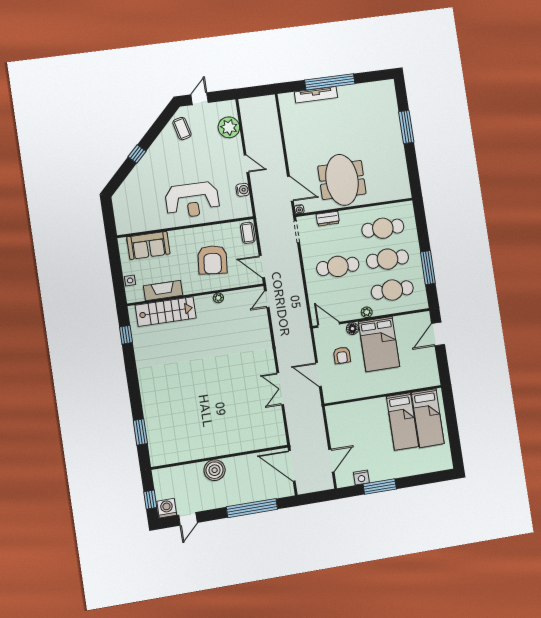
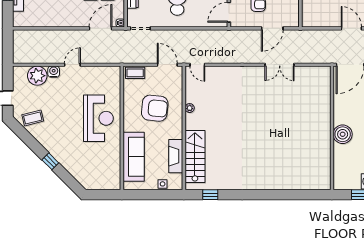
water cooler: (243, 190) -> (54, 72), moved
sofa: (148, 245) -> (134, 157), width x1.36
door: (262, 267) -> (167, 65), swing flipped
window: (140, 432) -> (298, 195), removed

